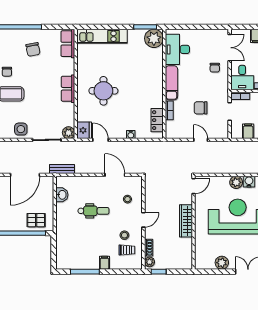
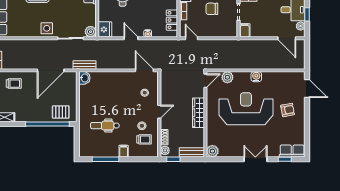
filing cabinet: (248, 131) -> (245, 30), moved
door: (101, 140) -> (131, 38), moved
door: (201, 140) -> (191, 38), moved
door: (115, 175) -> (144, 70), moved
plant: (236, 182) -> (227, 77), moved
washbasin: (62, 195) -> (84, 78), moved
dental chair: (94, 211) -> (105, 126), moved, turned 180
plant: (222, 263) -> (212, 151), moved
bench: (179, 264) -> (192, 152), added

